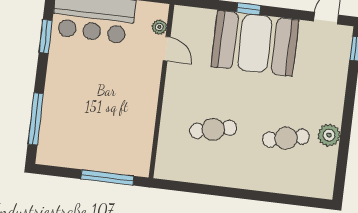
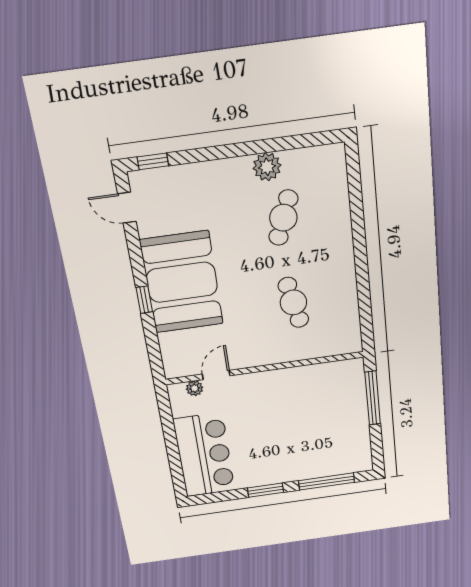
window: (46, 36) -> (266, 490), moved
cafe table: (286, 138) -> (283, 218), turned 33

